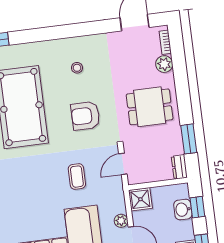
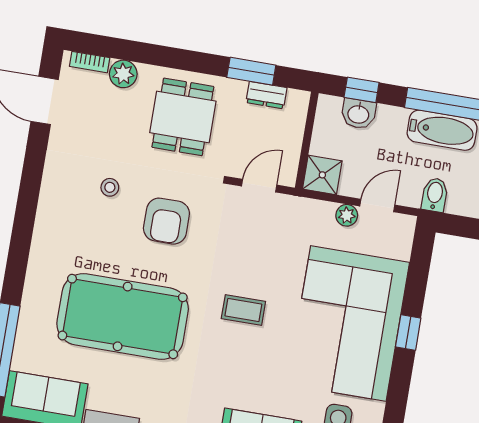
stool: (77, 68) -> (110, 187), moved
door: (123, 164) -> (259, 186), swing flipped
dresser: (179, 167) -> (266, 95), moved
coffee table: (77, 177) -> (243, 310), moved

